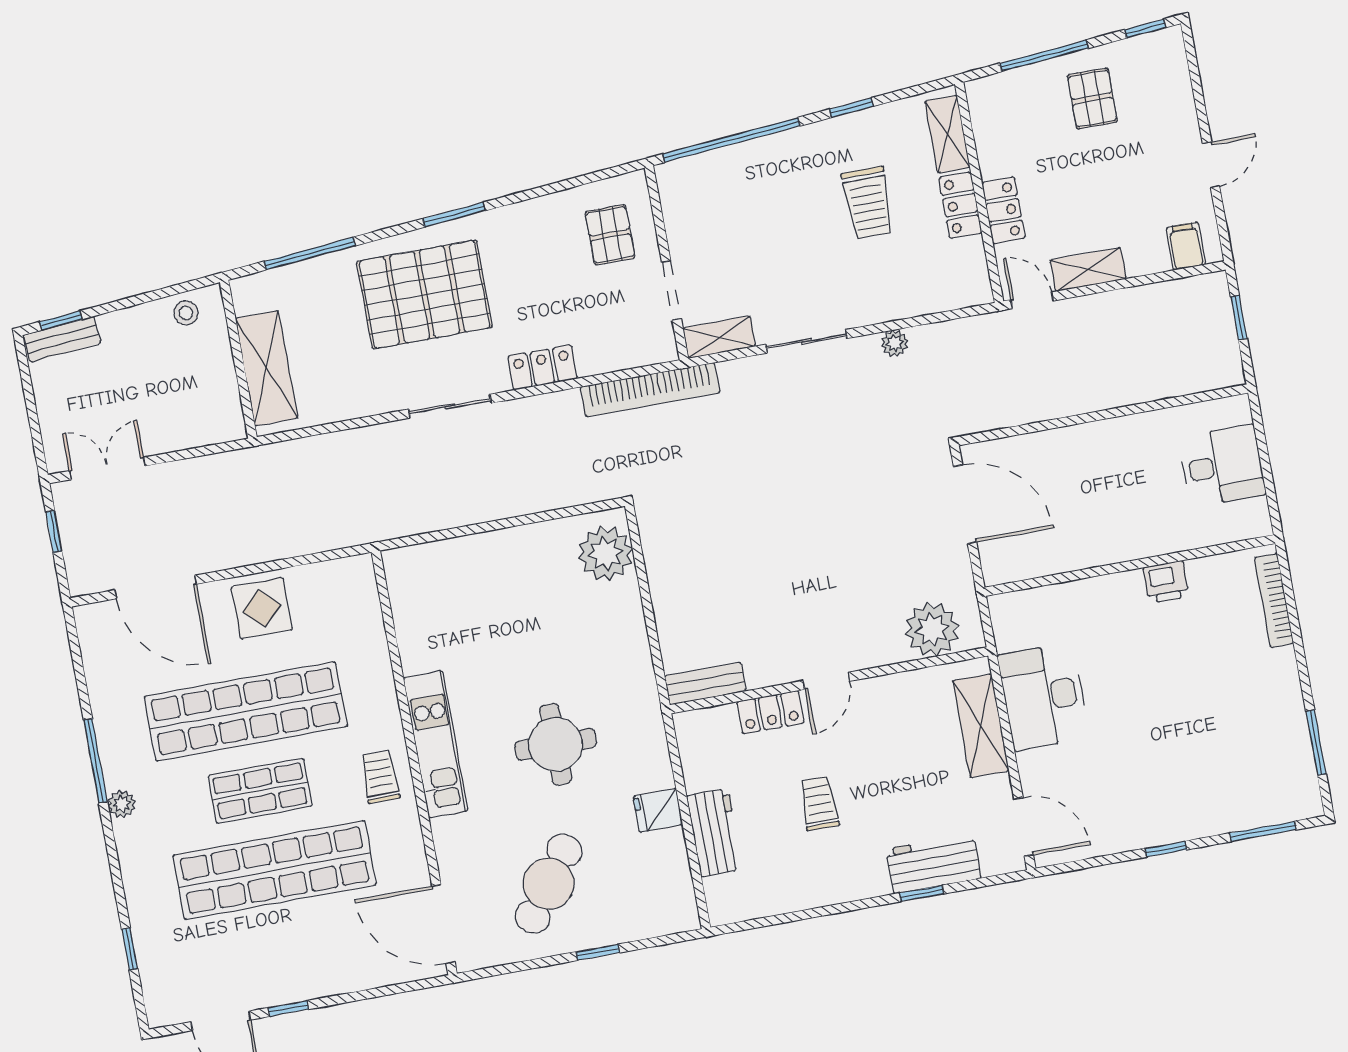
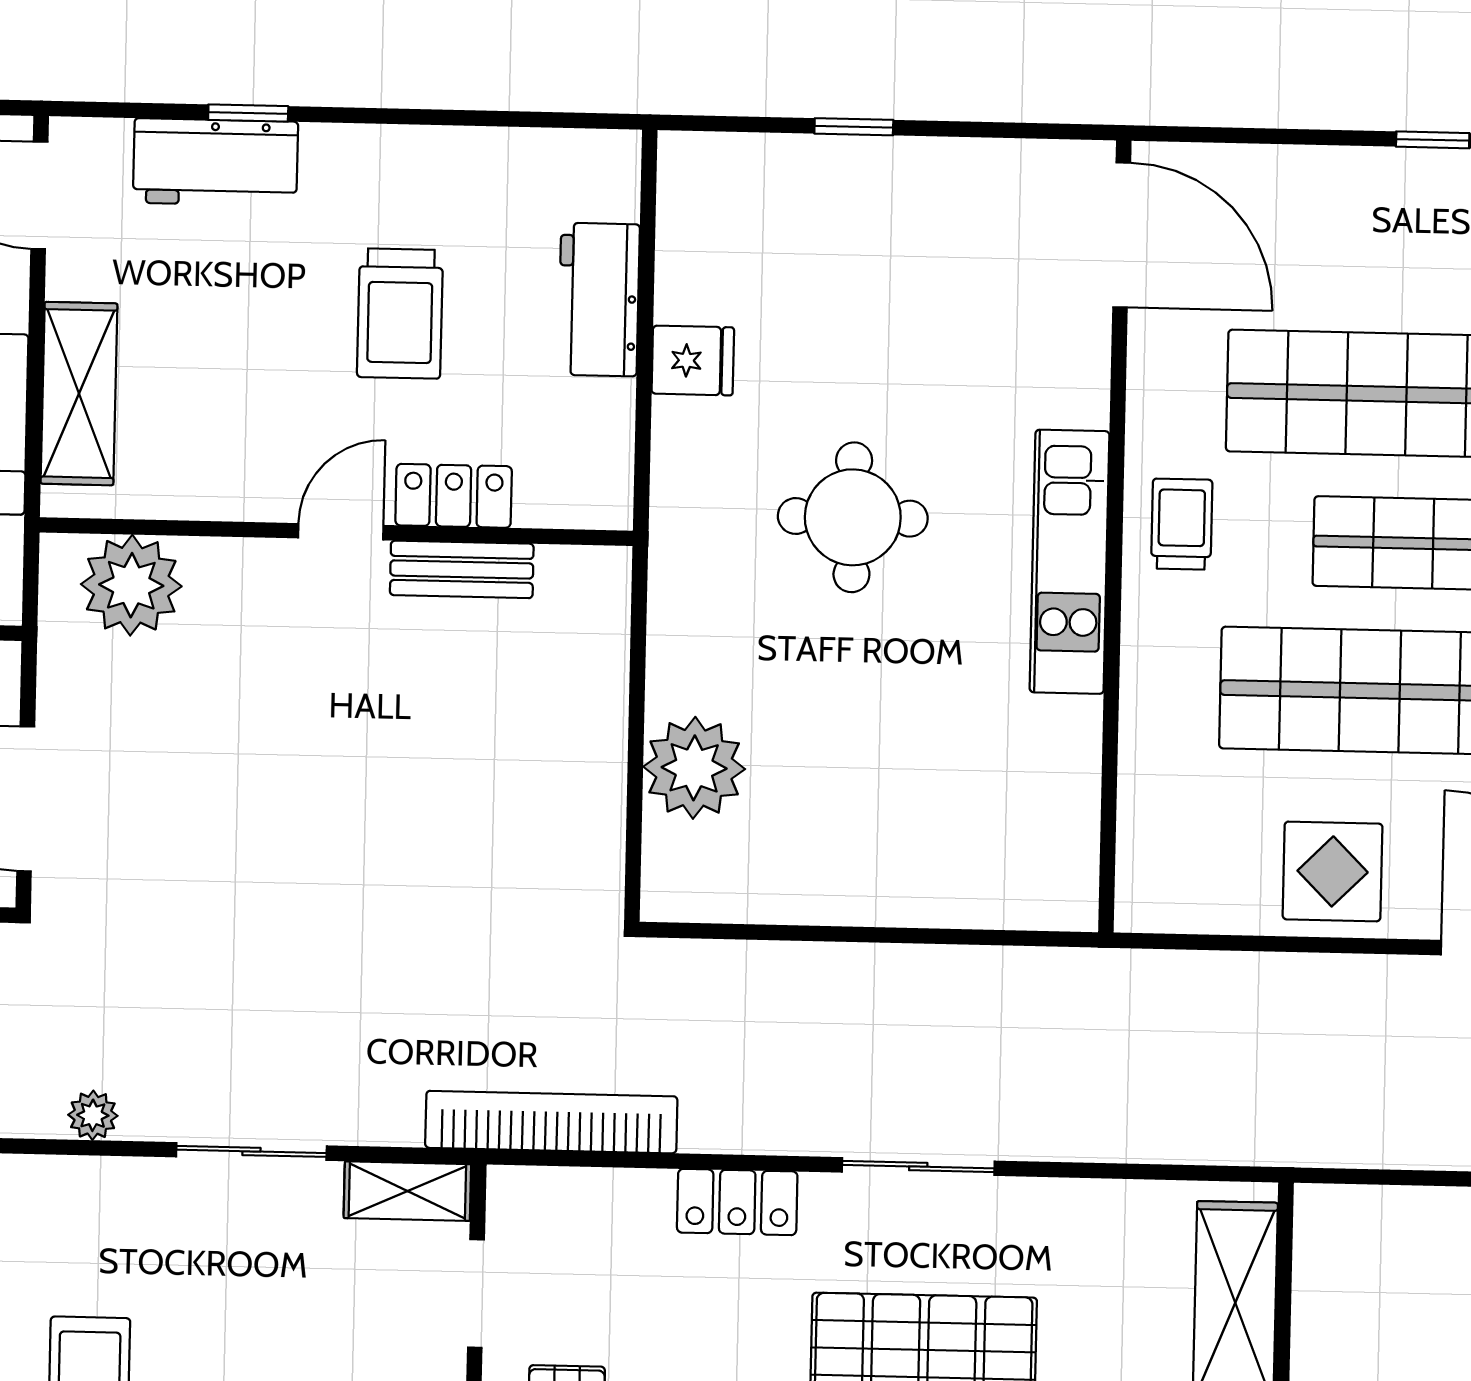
plant: (605, 554) -> (694, 768), moved
bench: (705, 684) -> (462, 569), moved
trolley: (380, 777) -> (1182, 524), turned 180
trolley: (819, 803) -> (400, 313), width x1.36, depth x1.39
cafe table: (548, 884) -> (917, 269), removed

